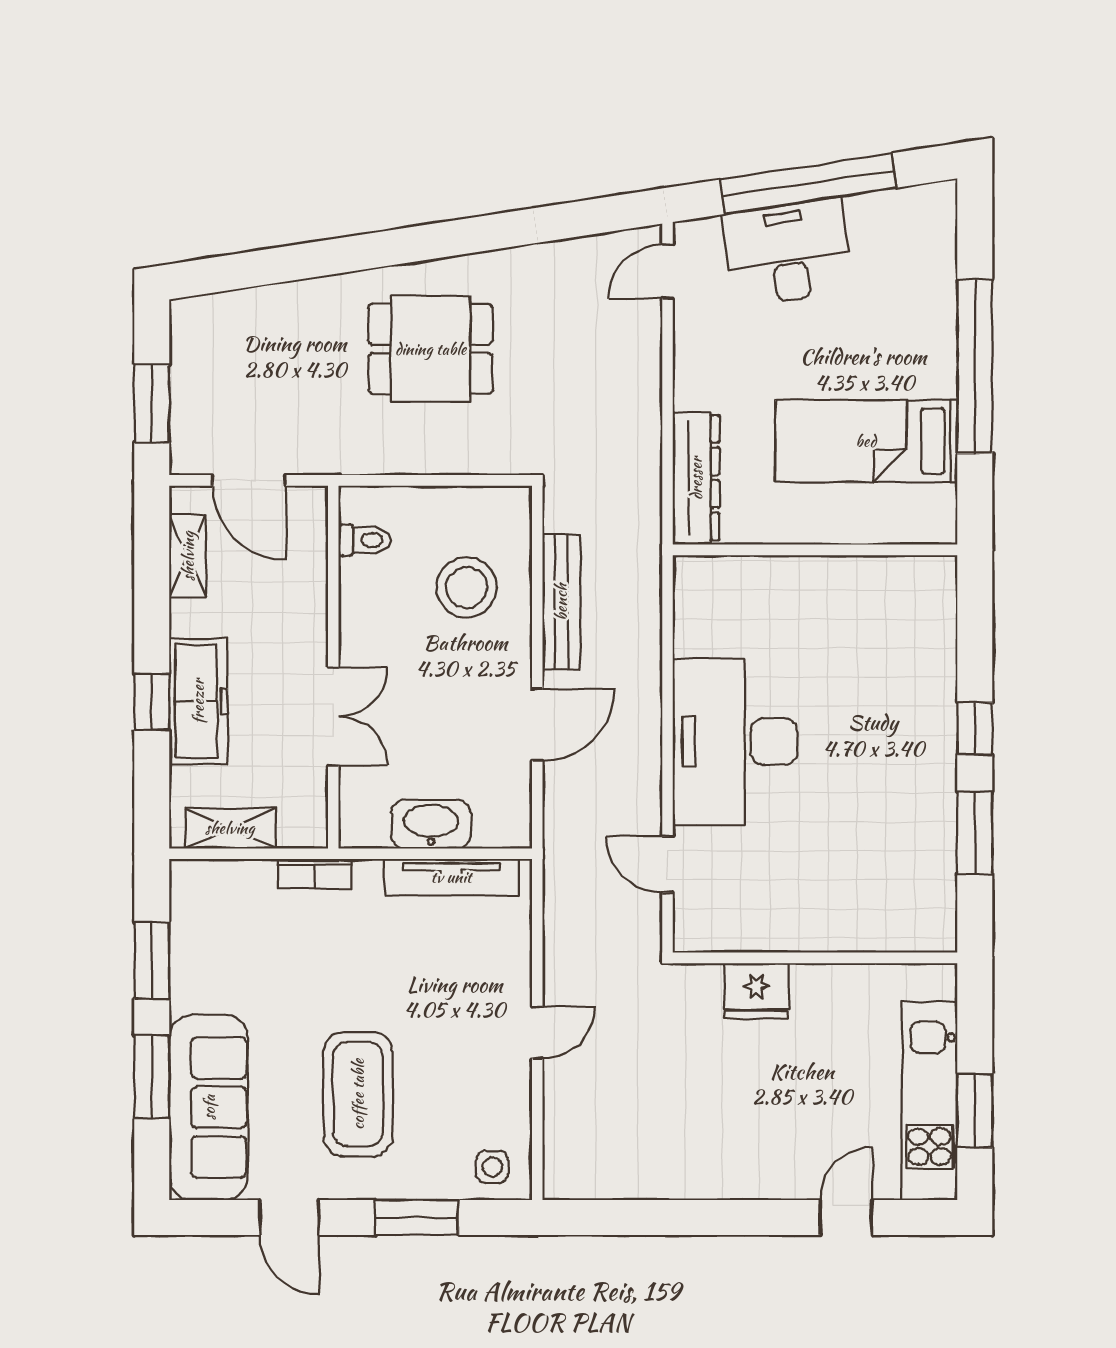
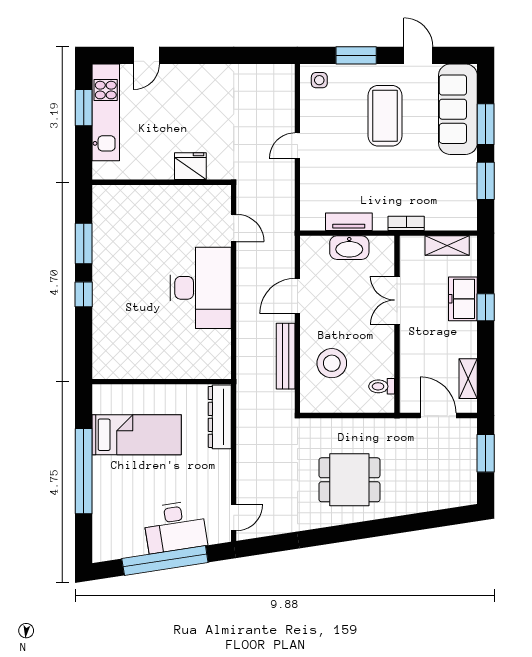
freezer: (198, 701) -> (463, 299), width x0.71
tv unit: (451, 877) -> (349, 222), width x0.71

